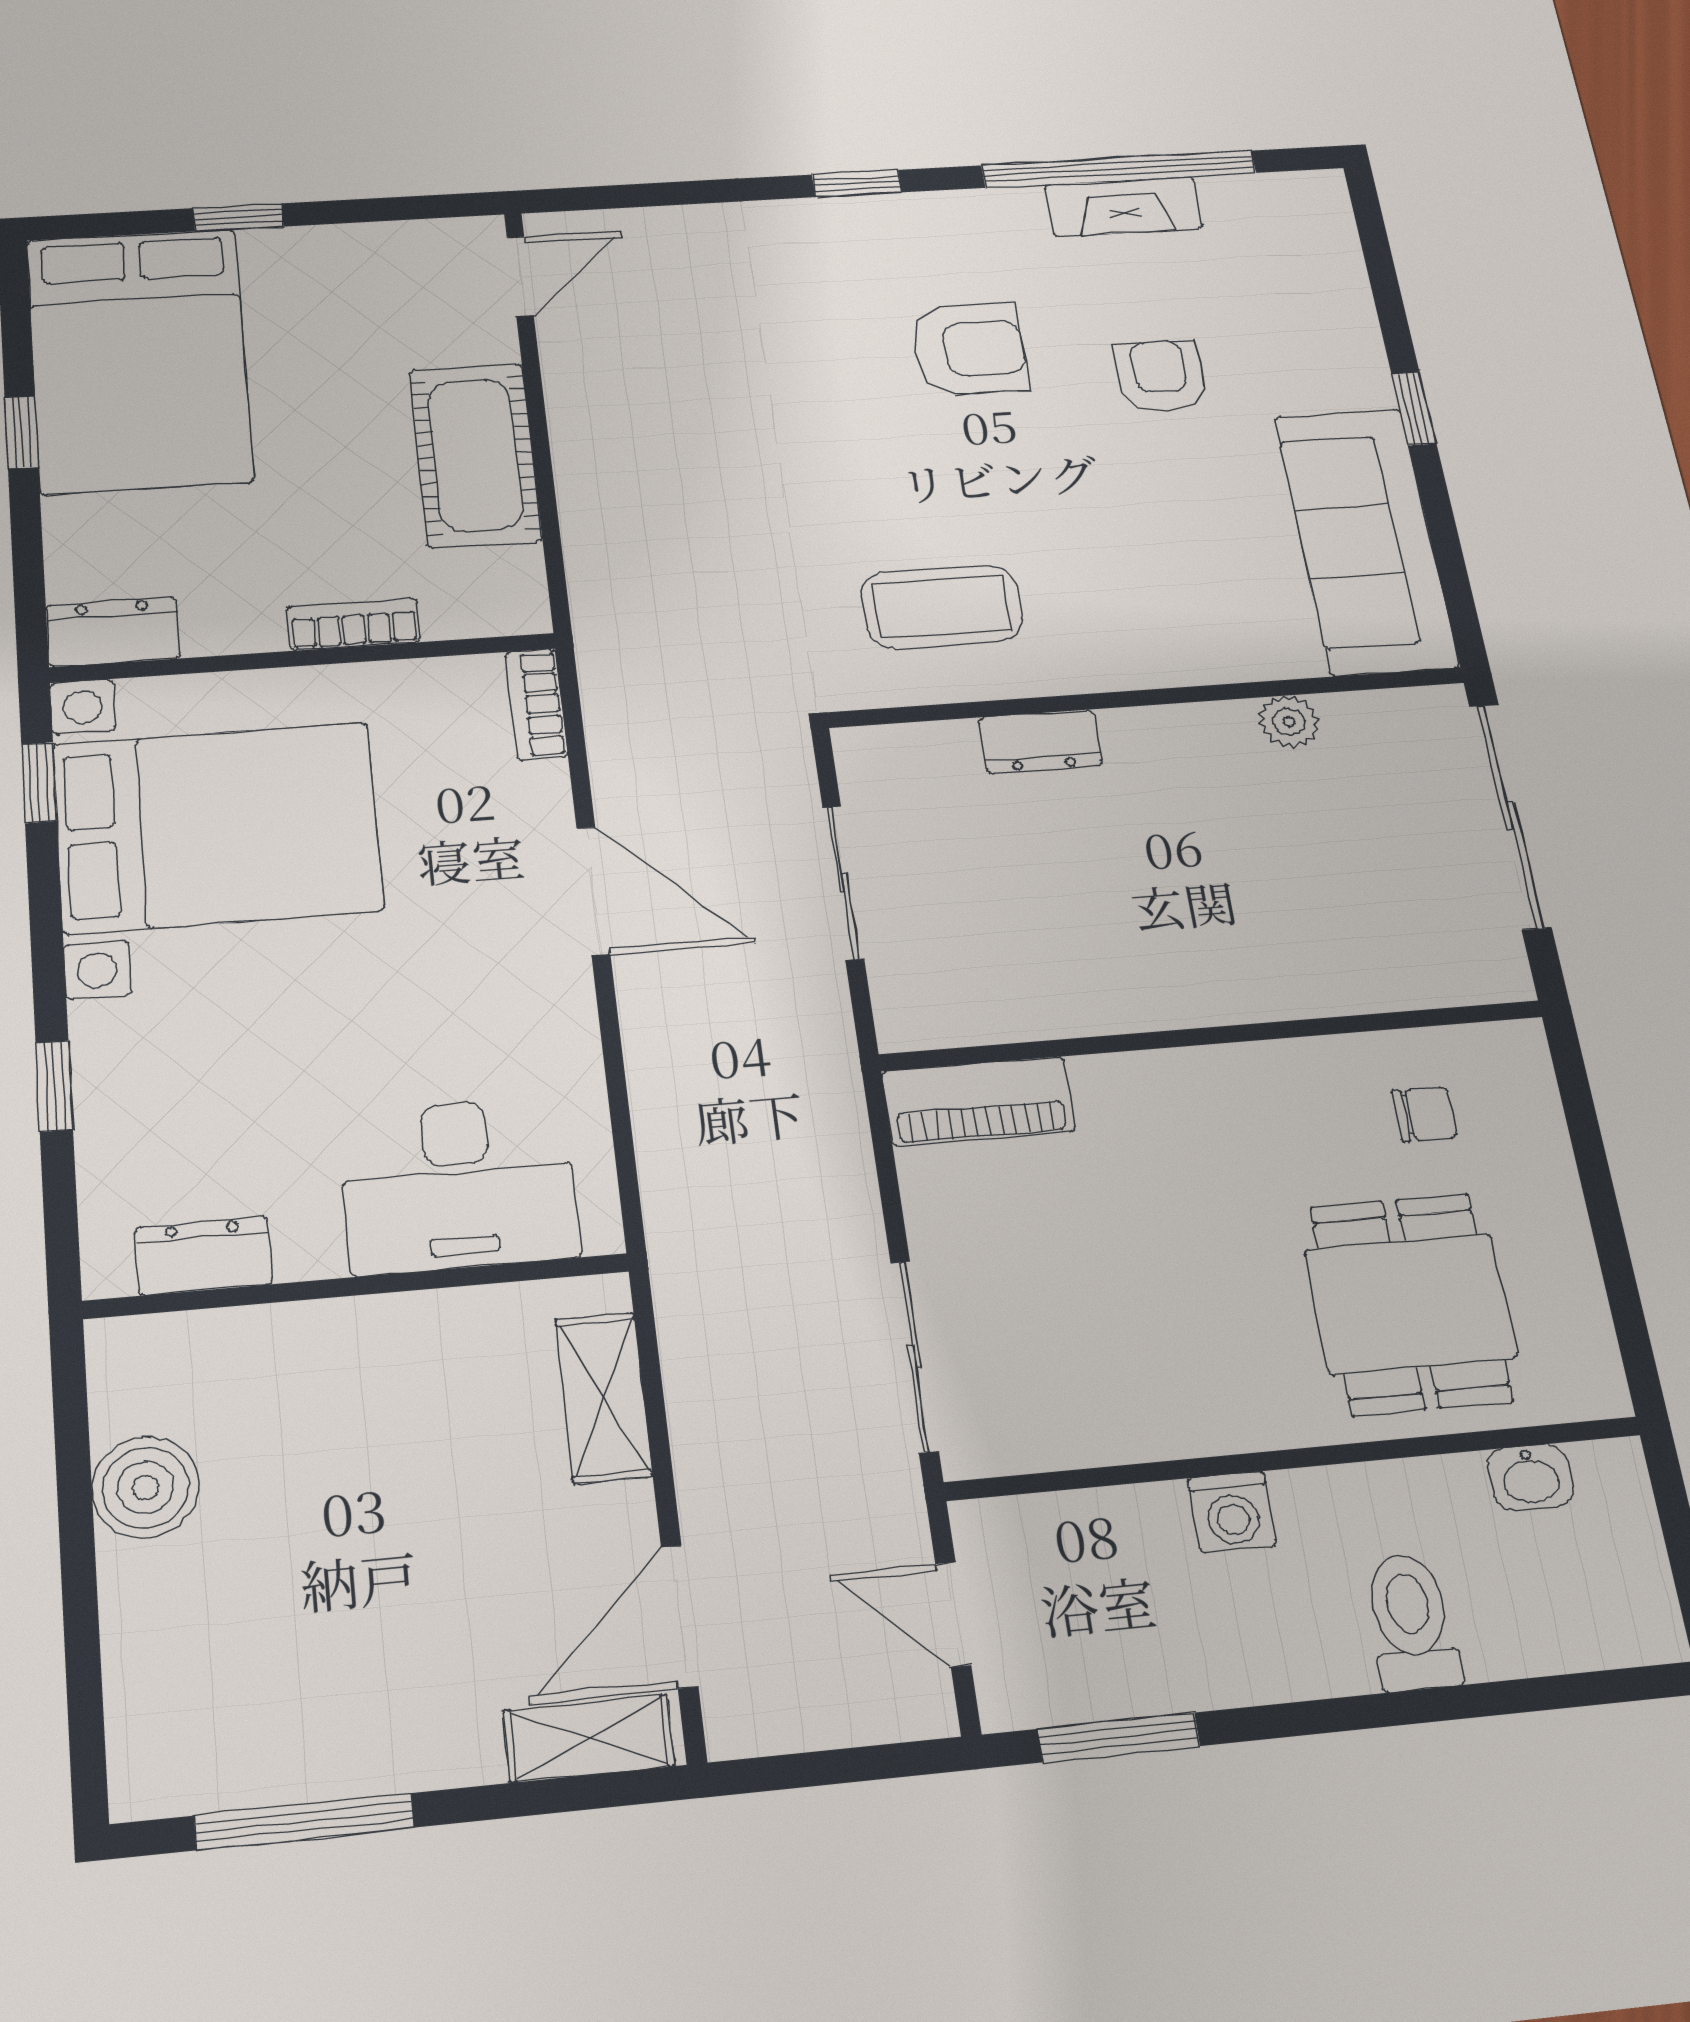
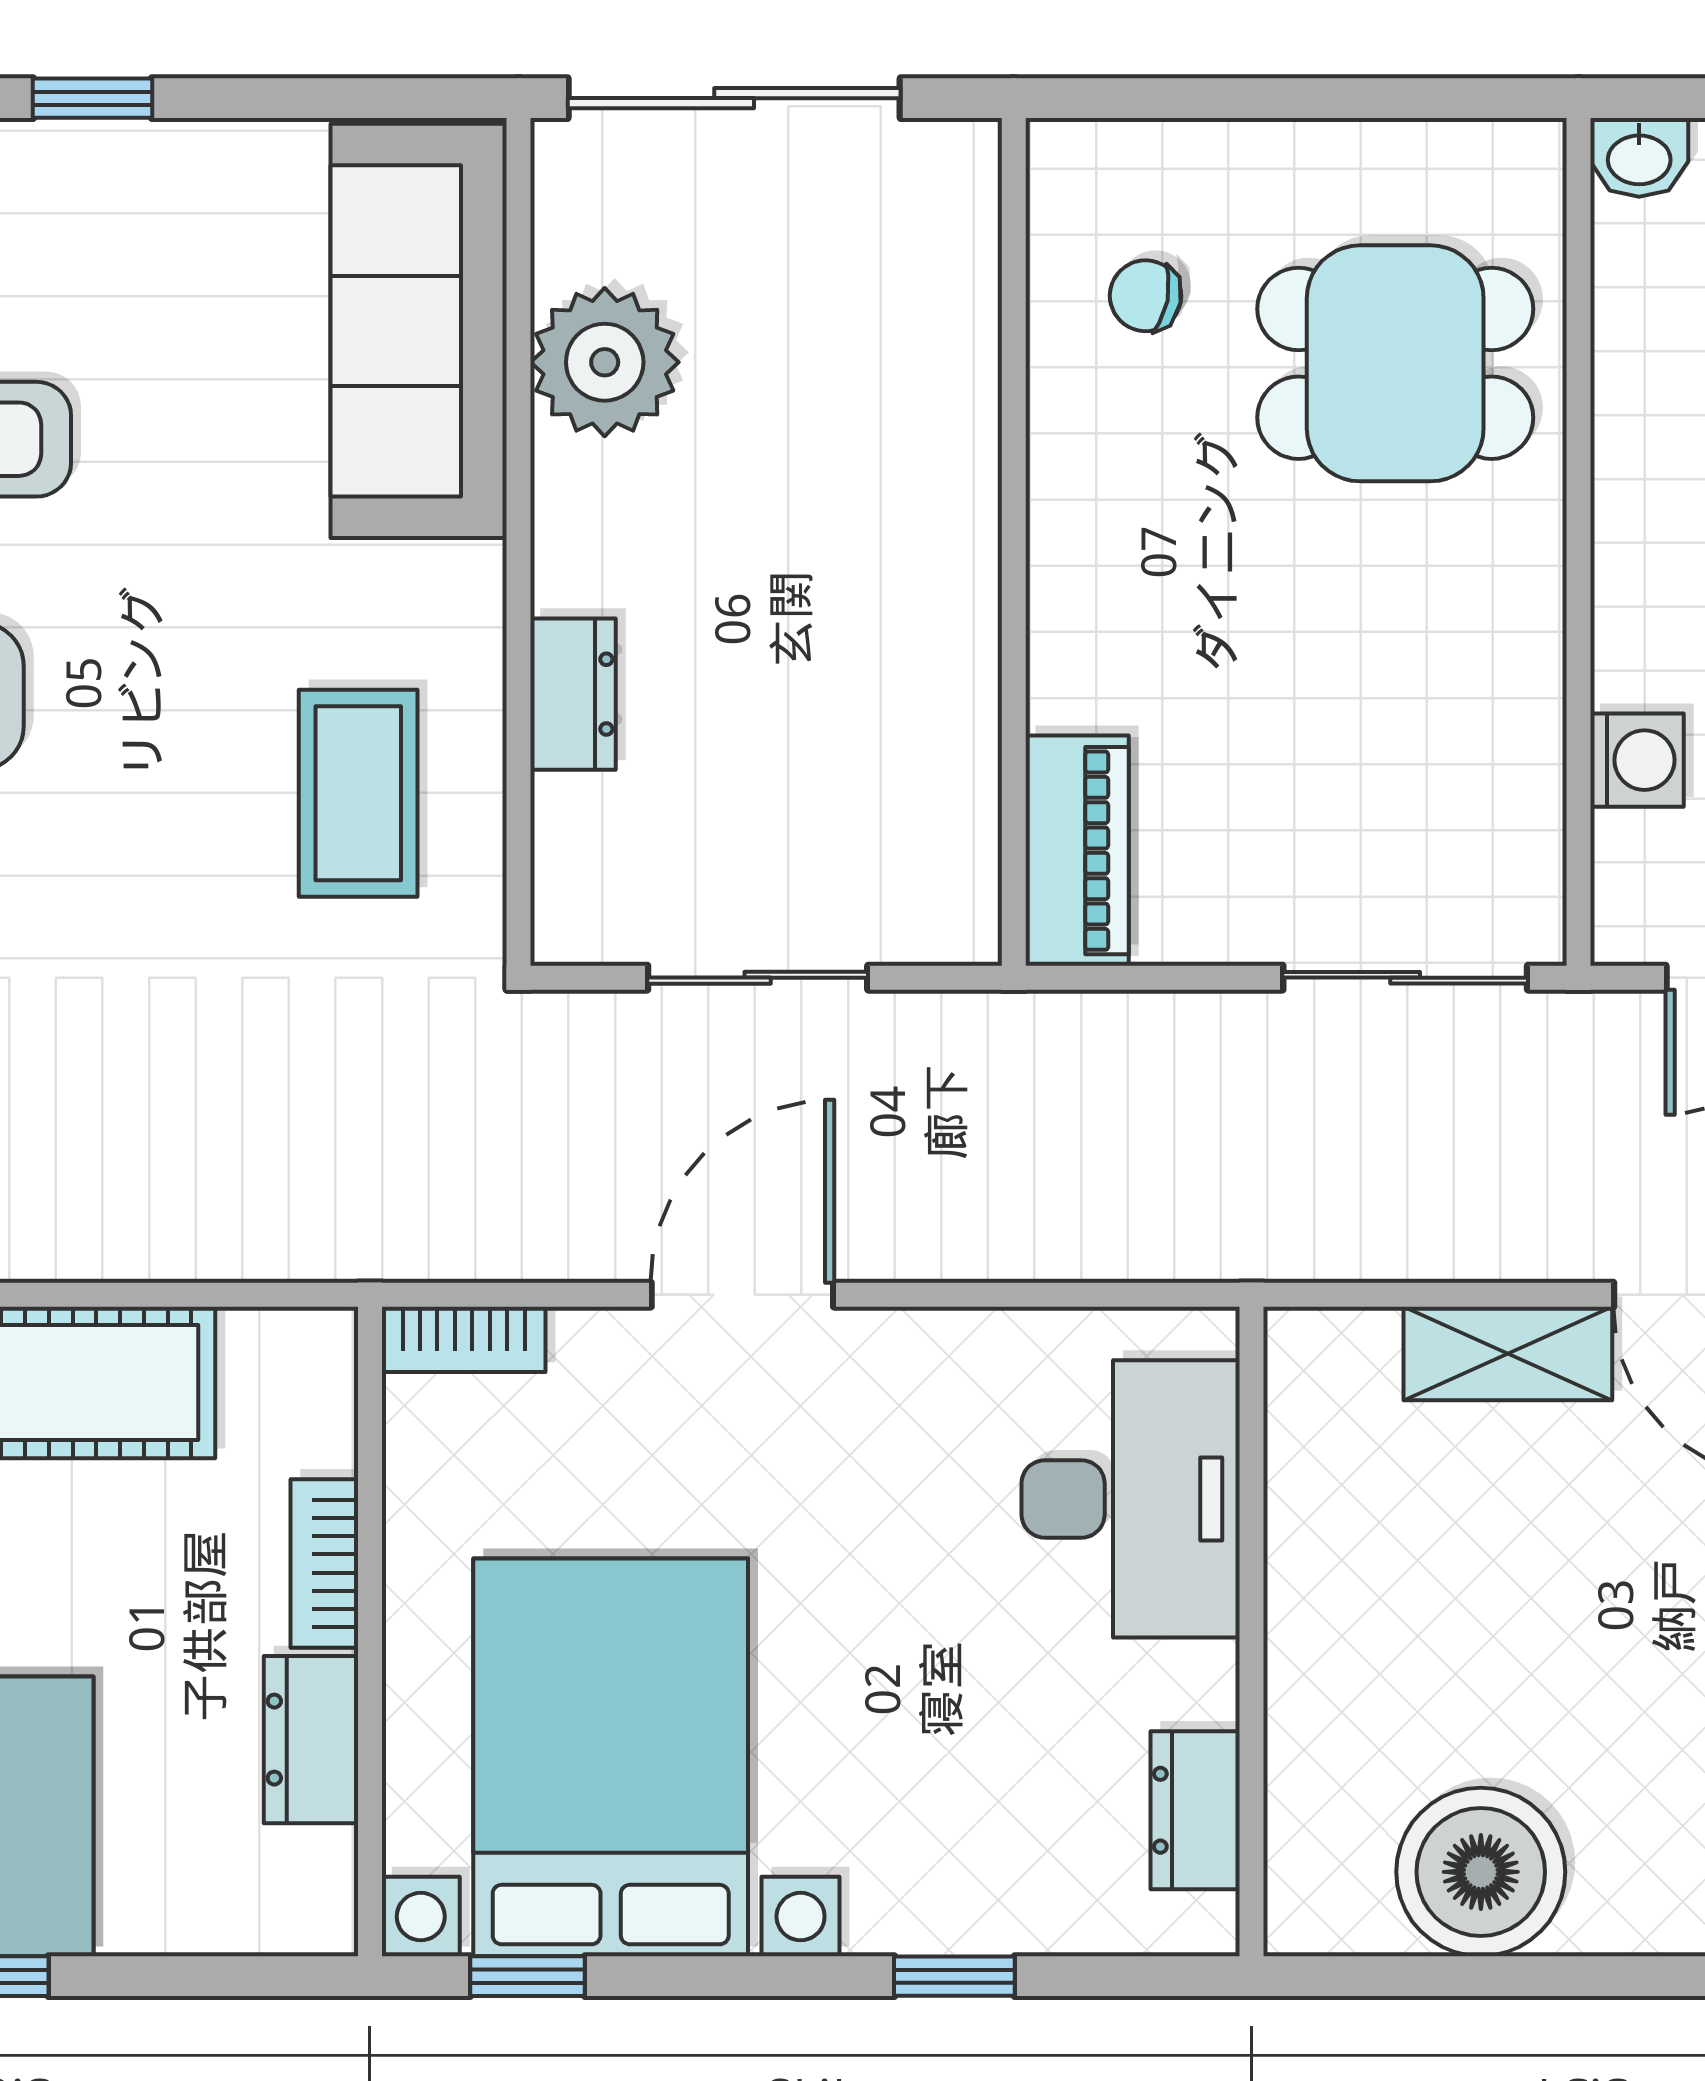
sofa: (1366, 540) -> (419, 331), moved, turned 90
dresser: (113, 632) -> (311, 1740), moved
plant: (1289, 722) -> (605, 362), width x1.87, depth x1.87
chair: (1424, 1114) -> (1146, 296), turned -79
shelving: (604, 1397) -> (1508, 1353), moved
washbasin: (1530, 1477) -> (1639, 157), moved, turned 90
boiler: (146, 1487) -> (1481, 1872), width x1.37, depth x1.37
washing machine: (1232, 1512) -> (1637, 760), moved

